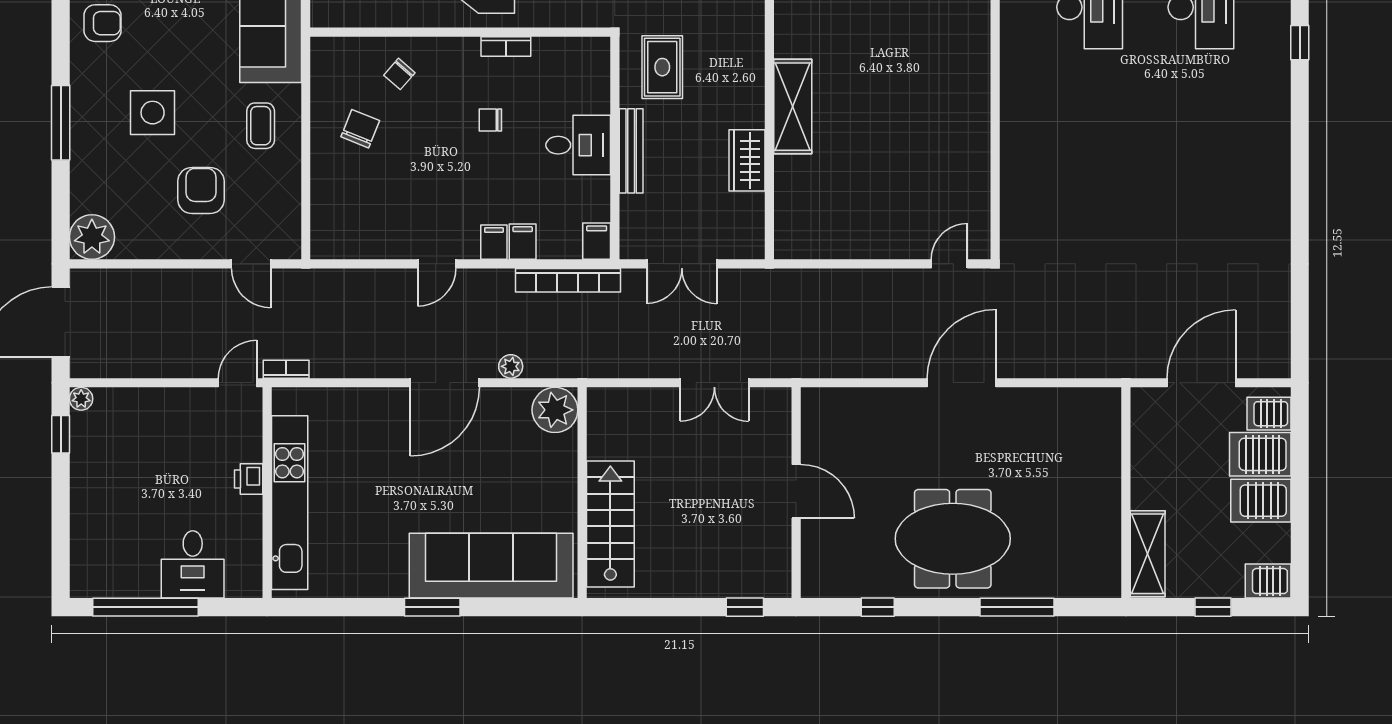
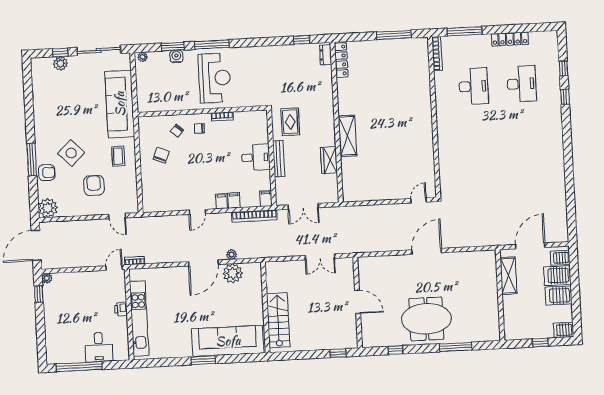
armchair: (102, 23) -> (47, 173), moved
side table: (153, 113) -> (71, 153), turned 45
chair: (490, 120) -> (199, 128), moved
plant: (555, 410) -> (233, 273), moved
shelving: (1148, 554) -> (508, 276), moved

